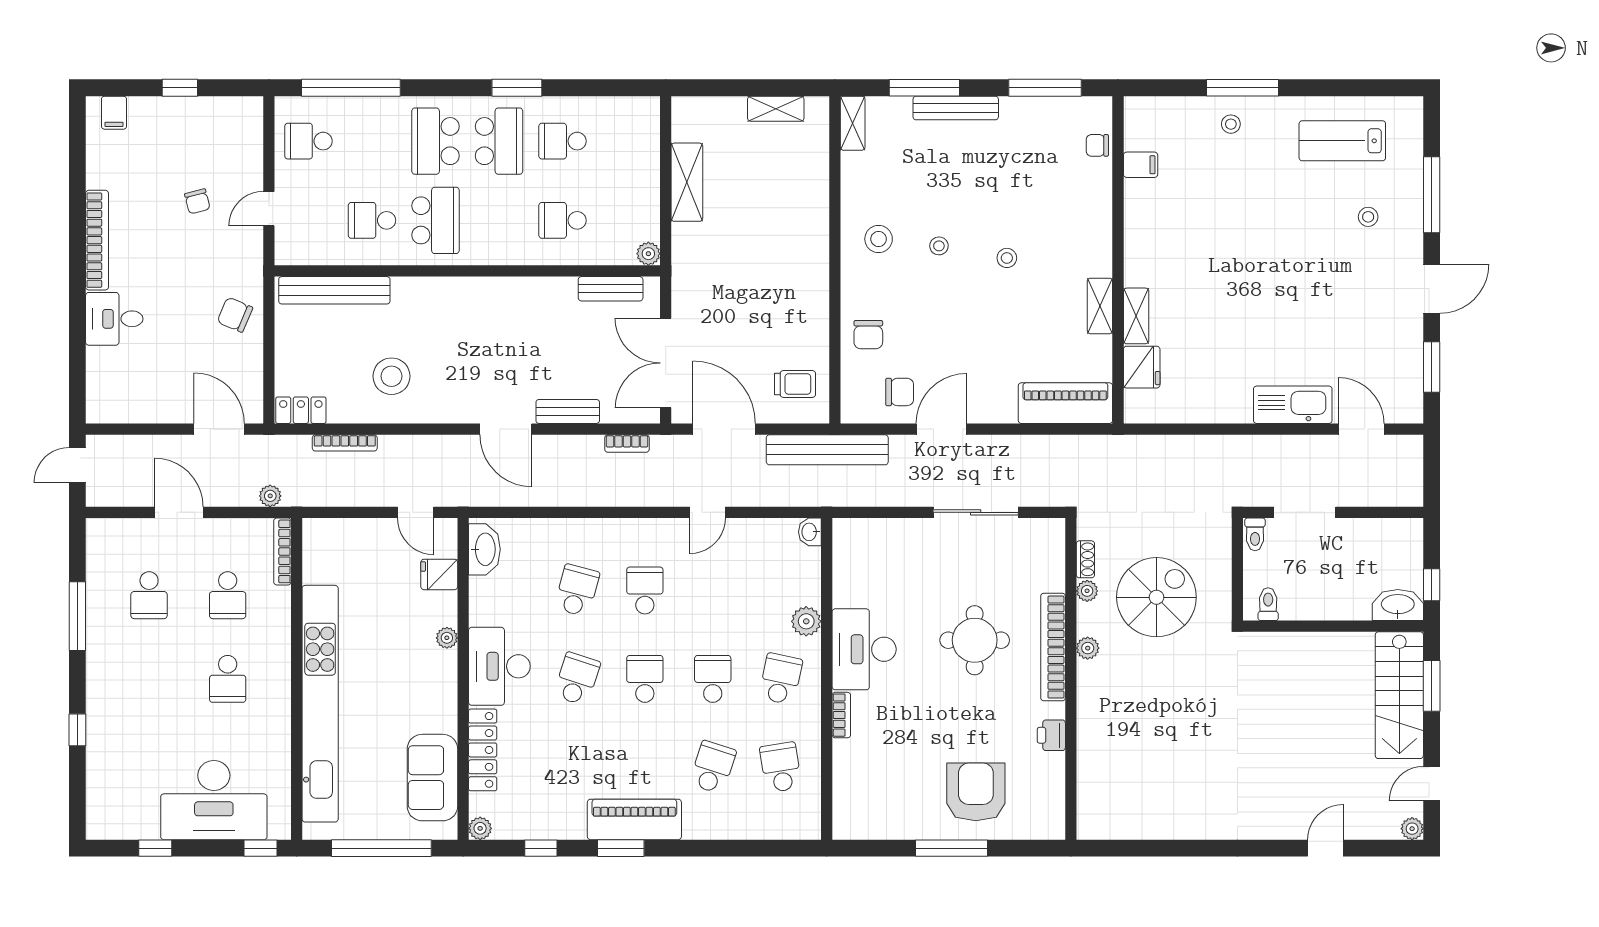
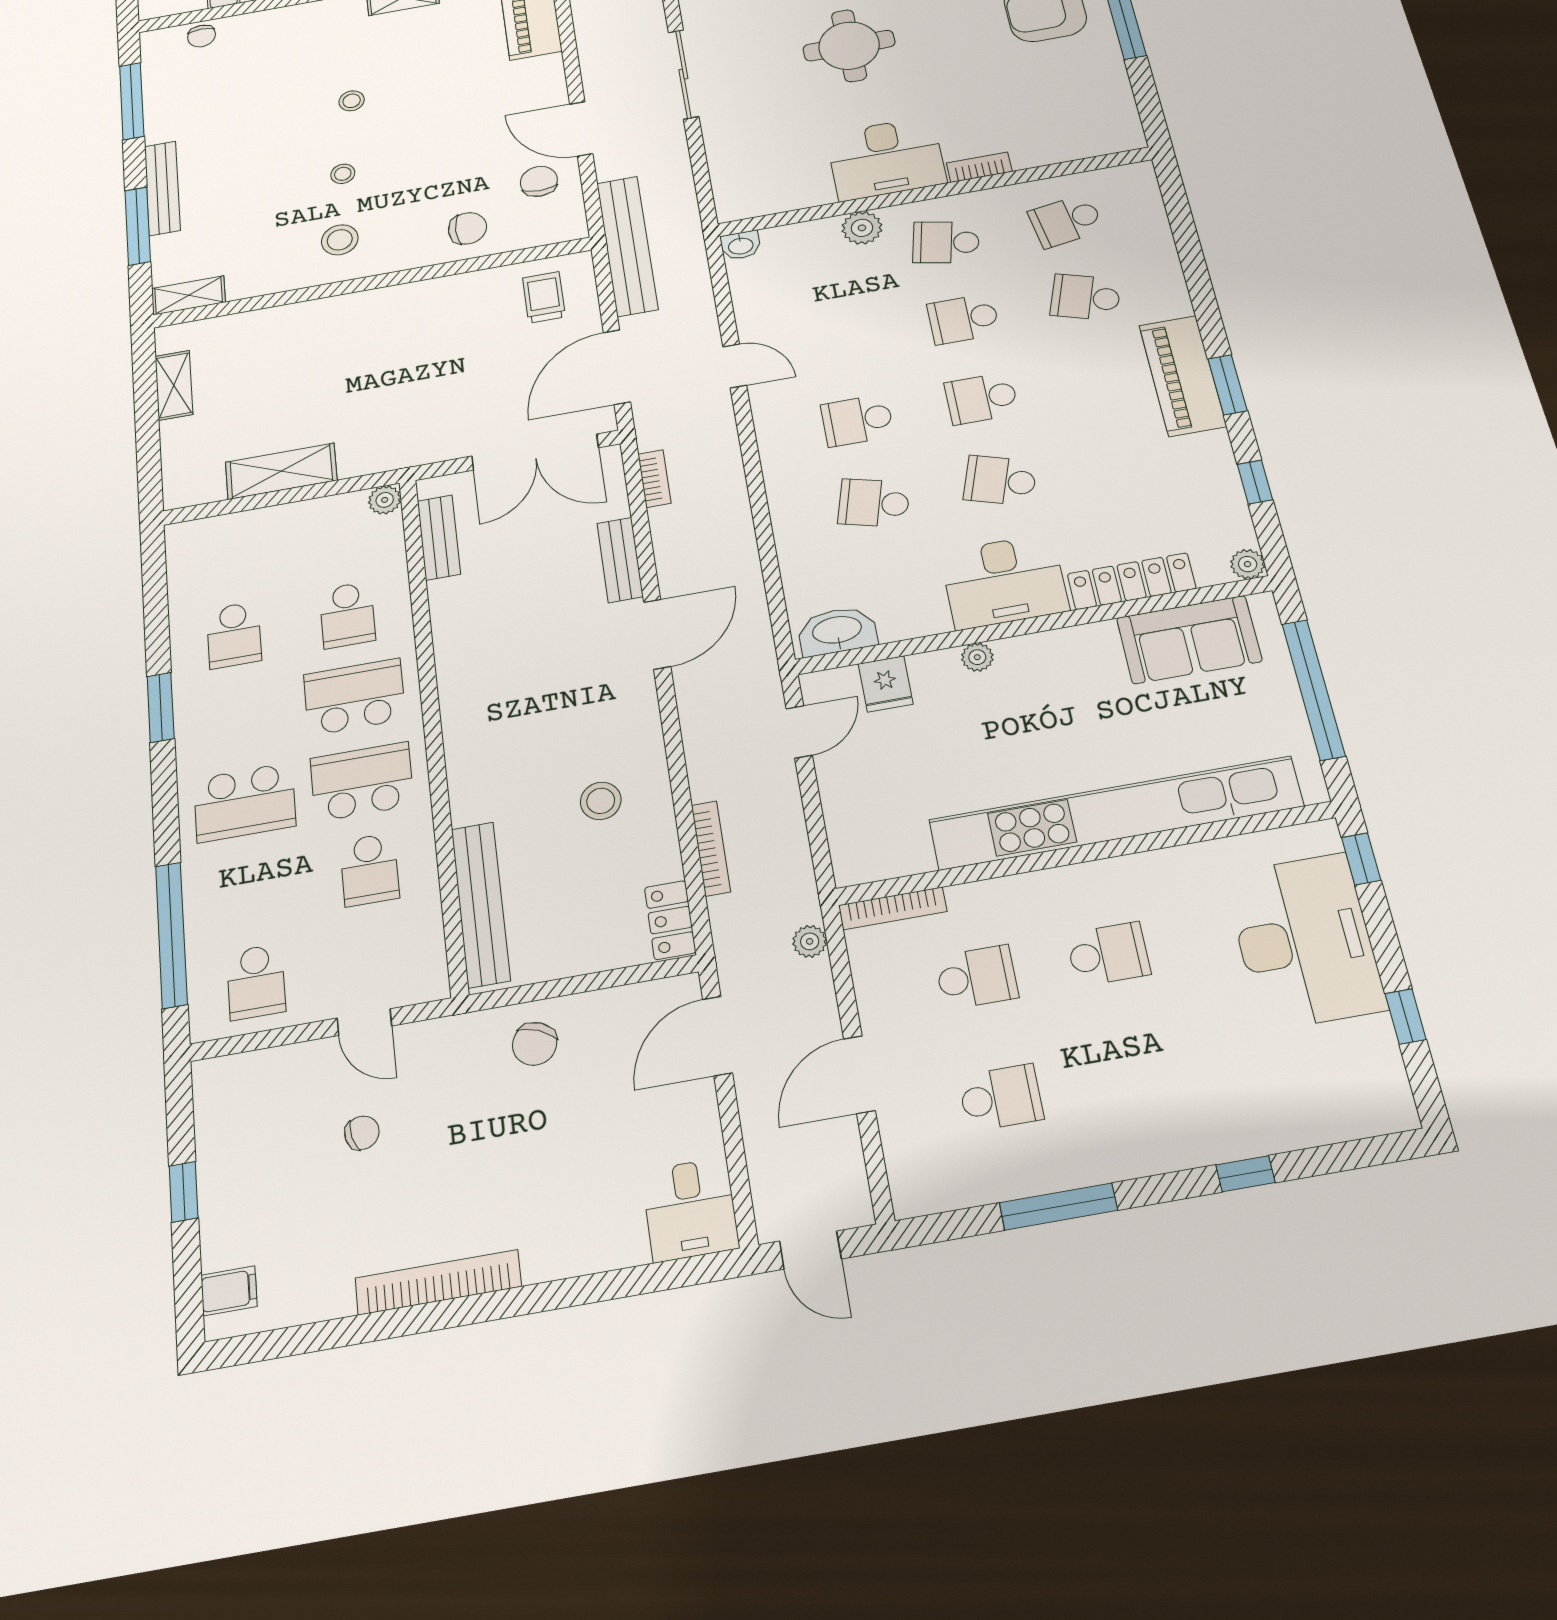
school desk: (499, 141) -> (355, 697), moved
desk: (114, 319) -> (690, 1209), moved
stool: (391, 376) -> (601, 801), width x0.73, depth x0.73

